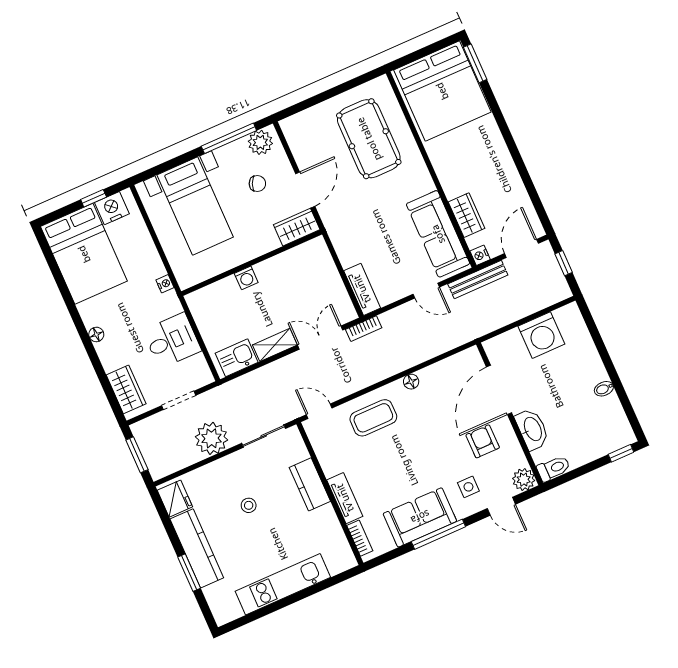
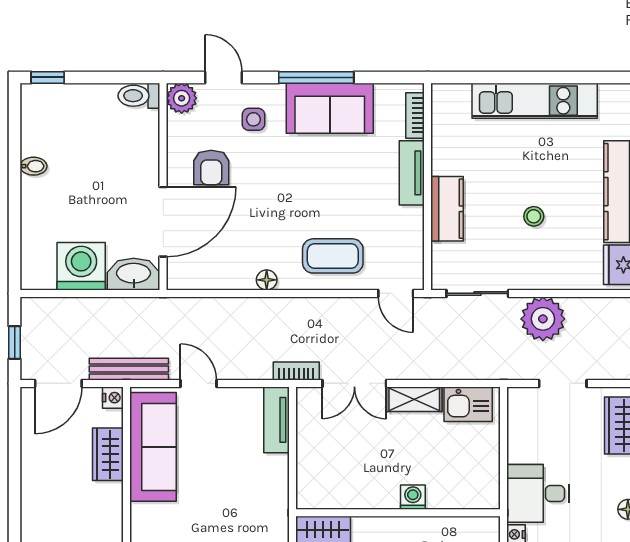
desk: (172, 340) -> (538, 493), moved
washbasin: (532, 429) -> (134, 274), moved, turned 90

